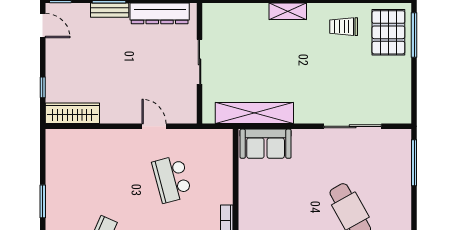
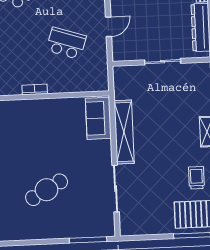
shelving: (254, 113) -> (124, 132), moved
school desk: (172, 179) -> (66, 43), turned 33

